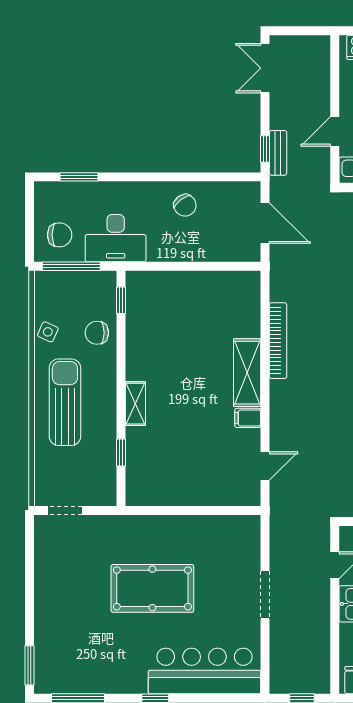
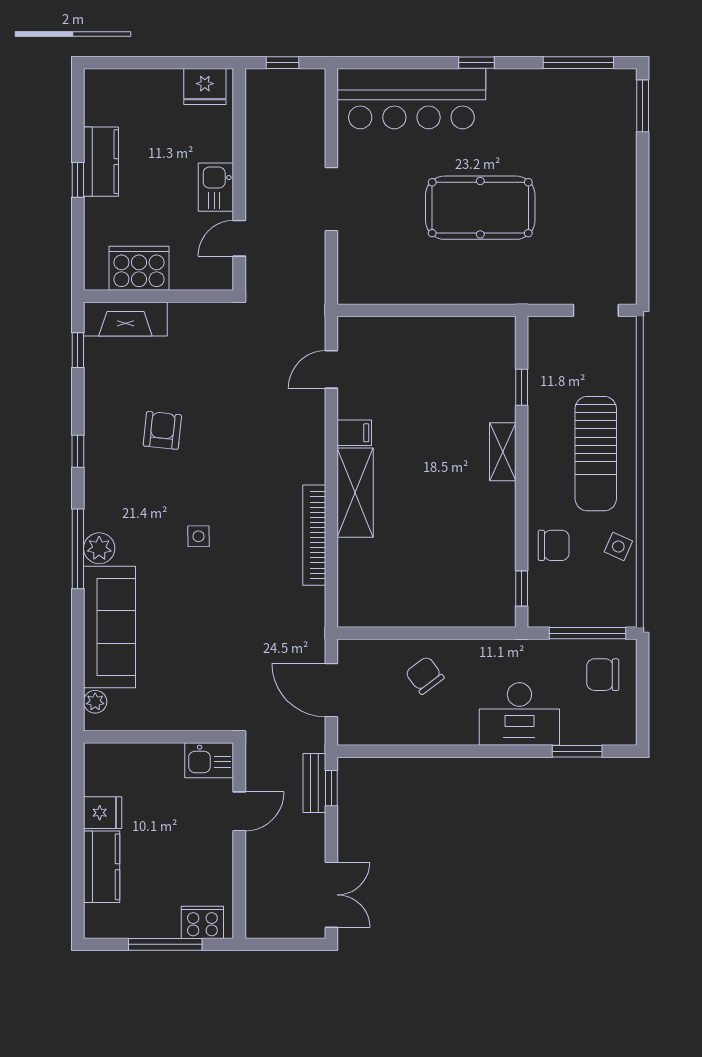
chair: (185, 205) -> (425, 675), moved
desk: (116, 238) -> (519, 714), moved, turned 180

